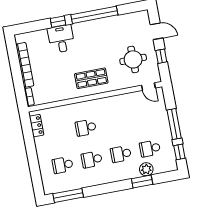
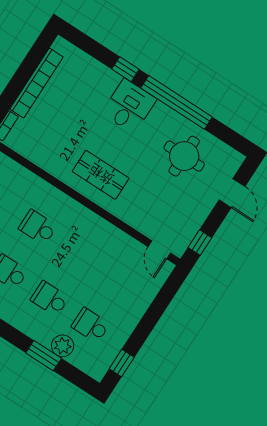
desk: (61, 39) -> (129, 106), moved
window: (161, 56) -> (200, 243), moved
round table: (133, 59) -> (184, 156), moved
window: (174, 124) -> (147, 324), removed

